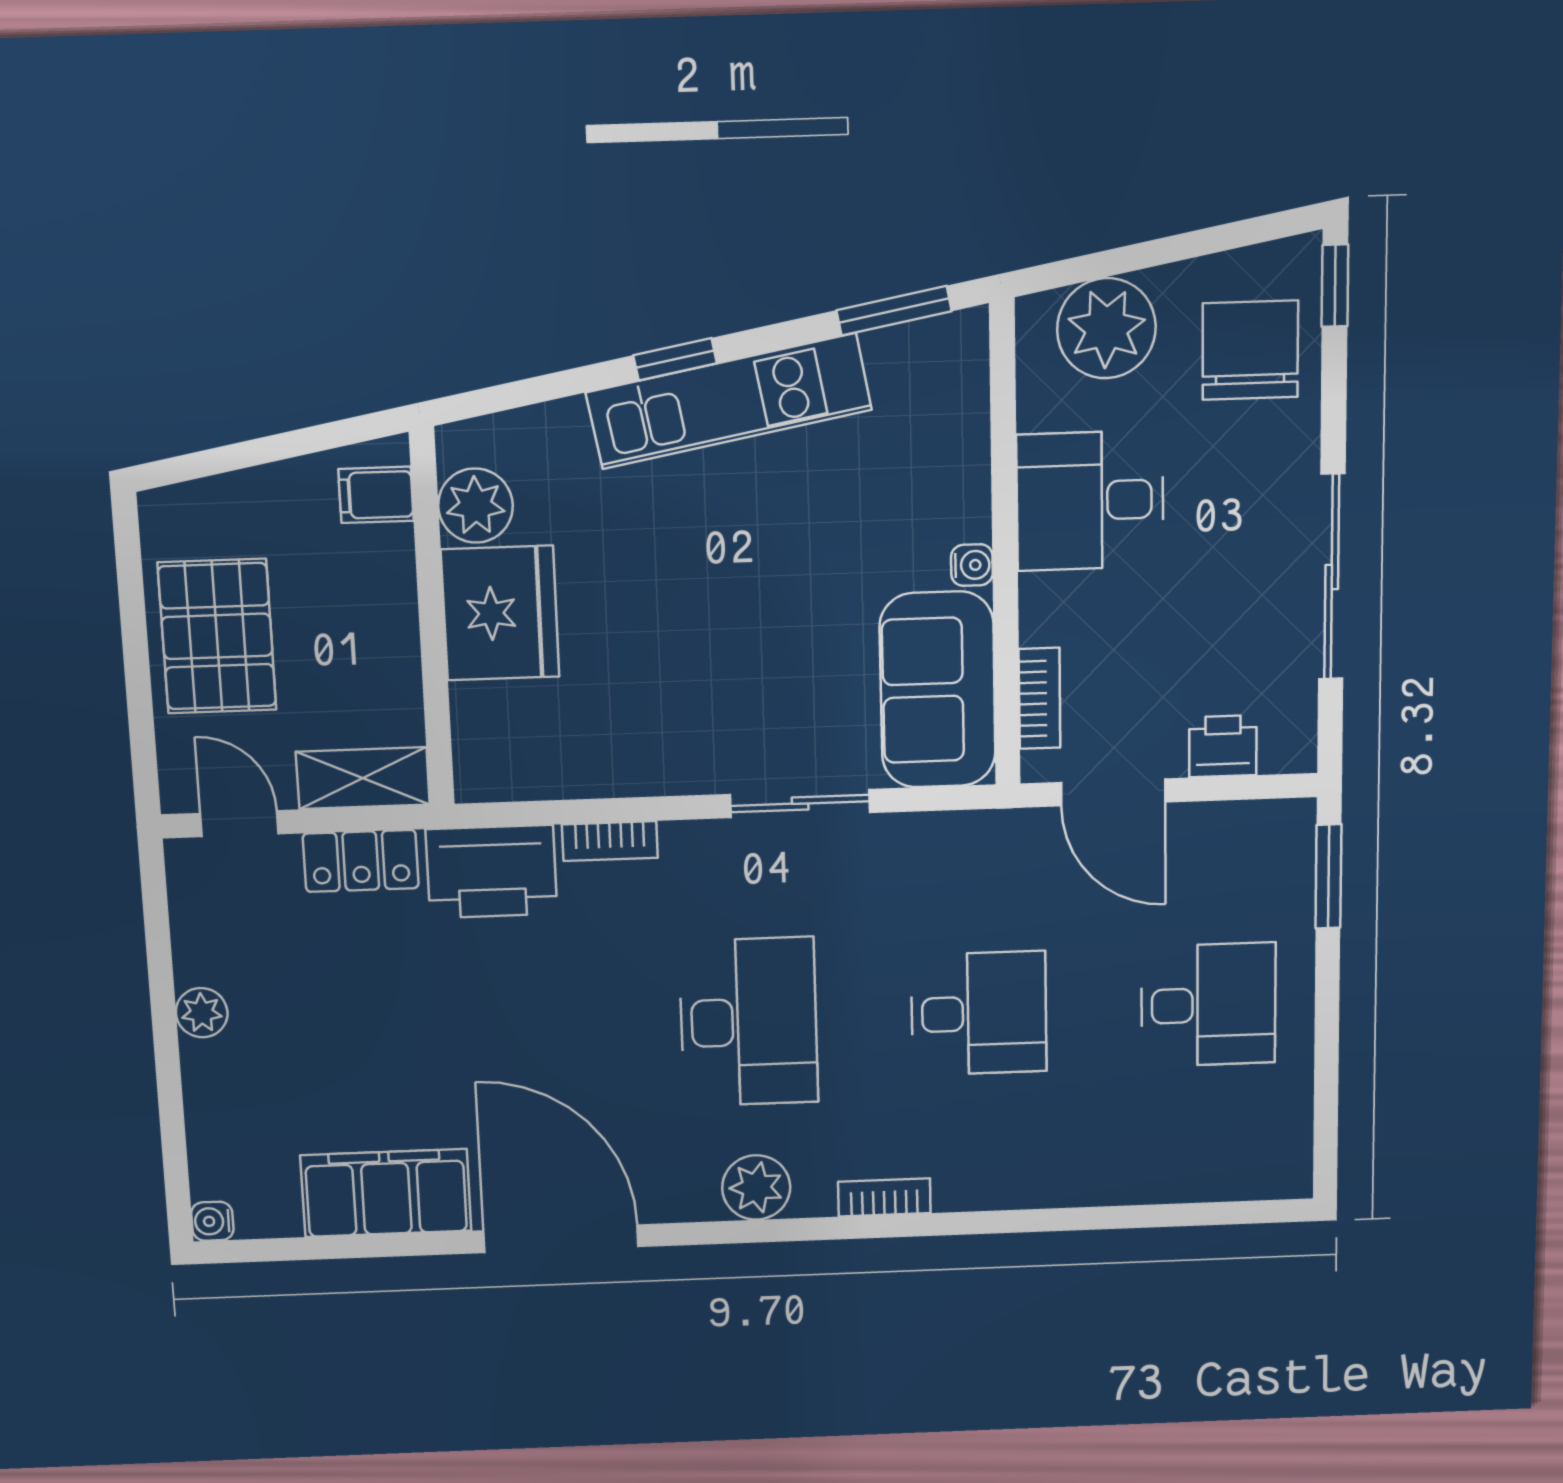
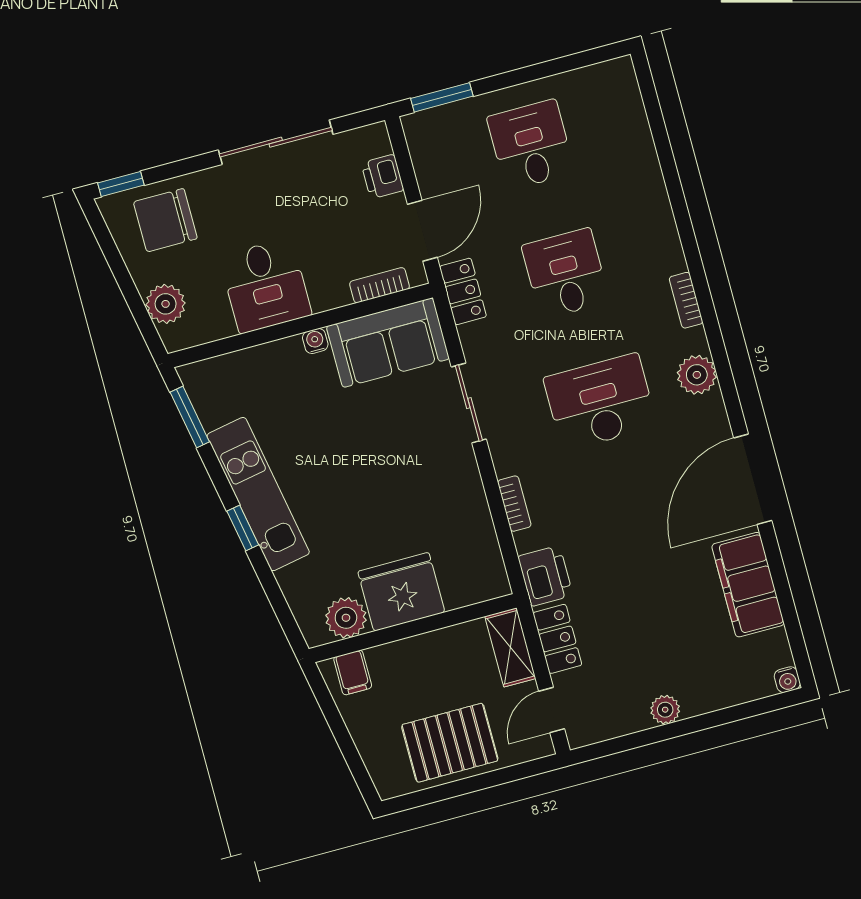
plant: (1106, 328) -> (166, 304), width x0.73, depth x0.73
locker: (993, 837) -> (463, 291), added
printer: (492, 872) -> (545, 576), width x0.73, depth x0.84

